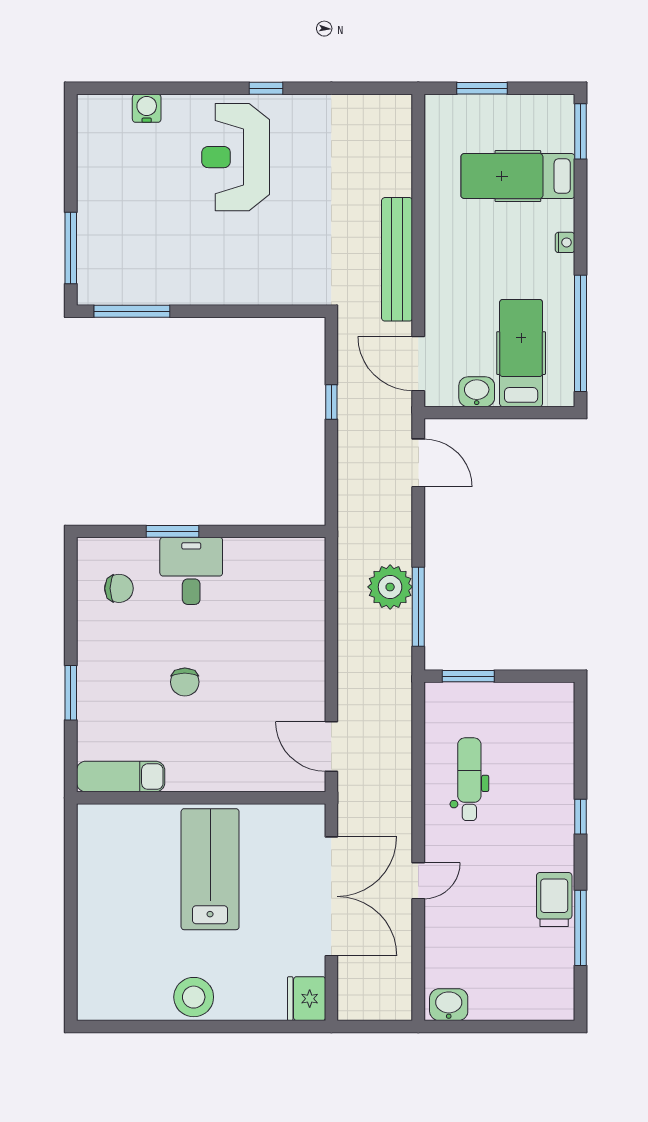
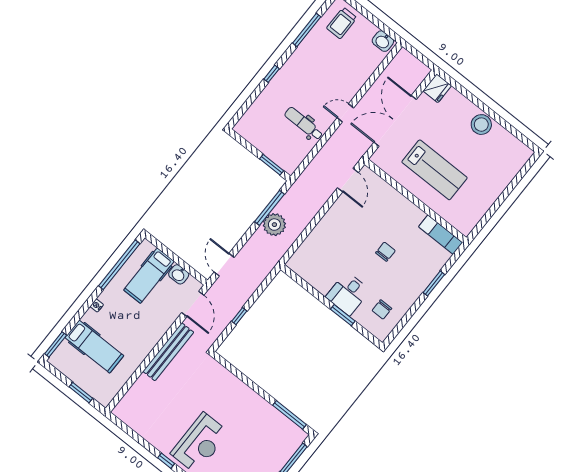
chair: (119, 588) -> (382, 309), turned -90
dental chair: (469, 779) -> (304, 124), turned 90
lab bench: (210, 869) -> (434, 170), turned -90
door: (418, 881) -> (345, 113), moved
trolley: (554, 900) -> (342, 23), moved

